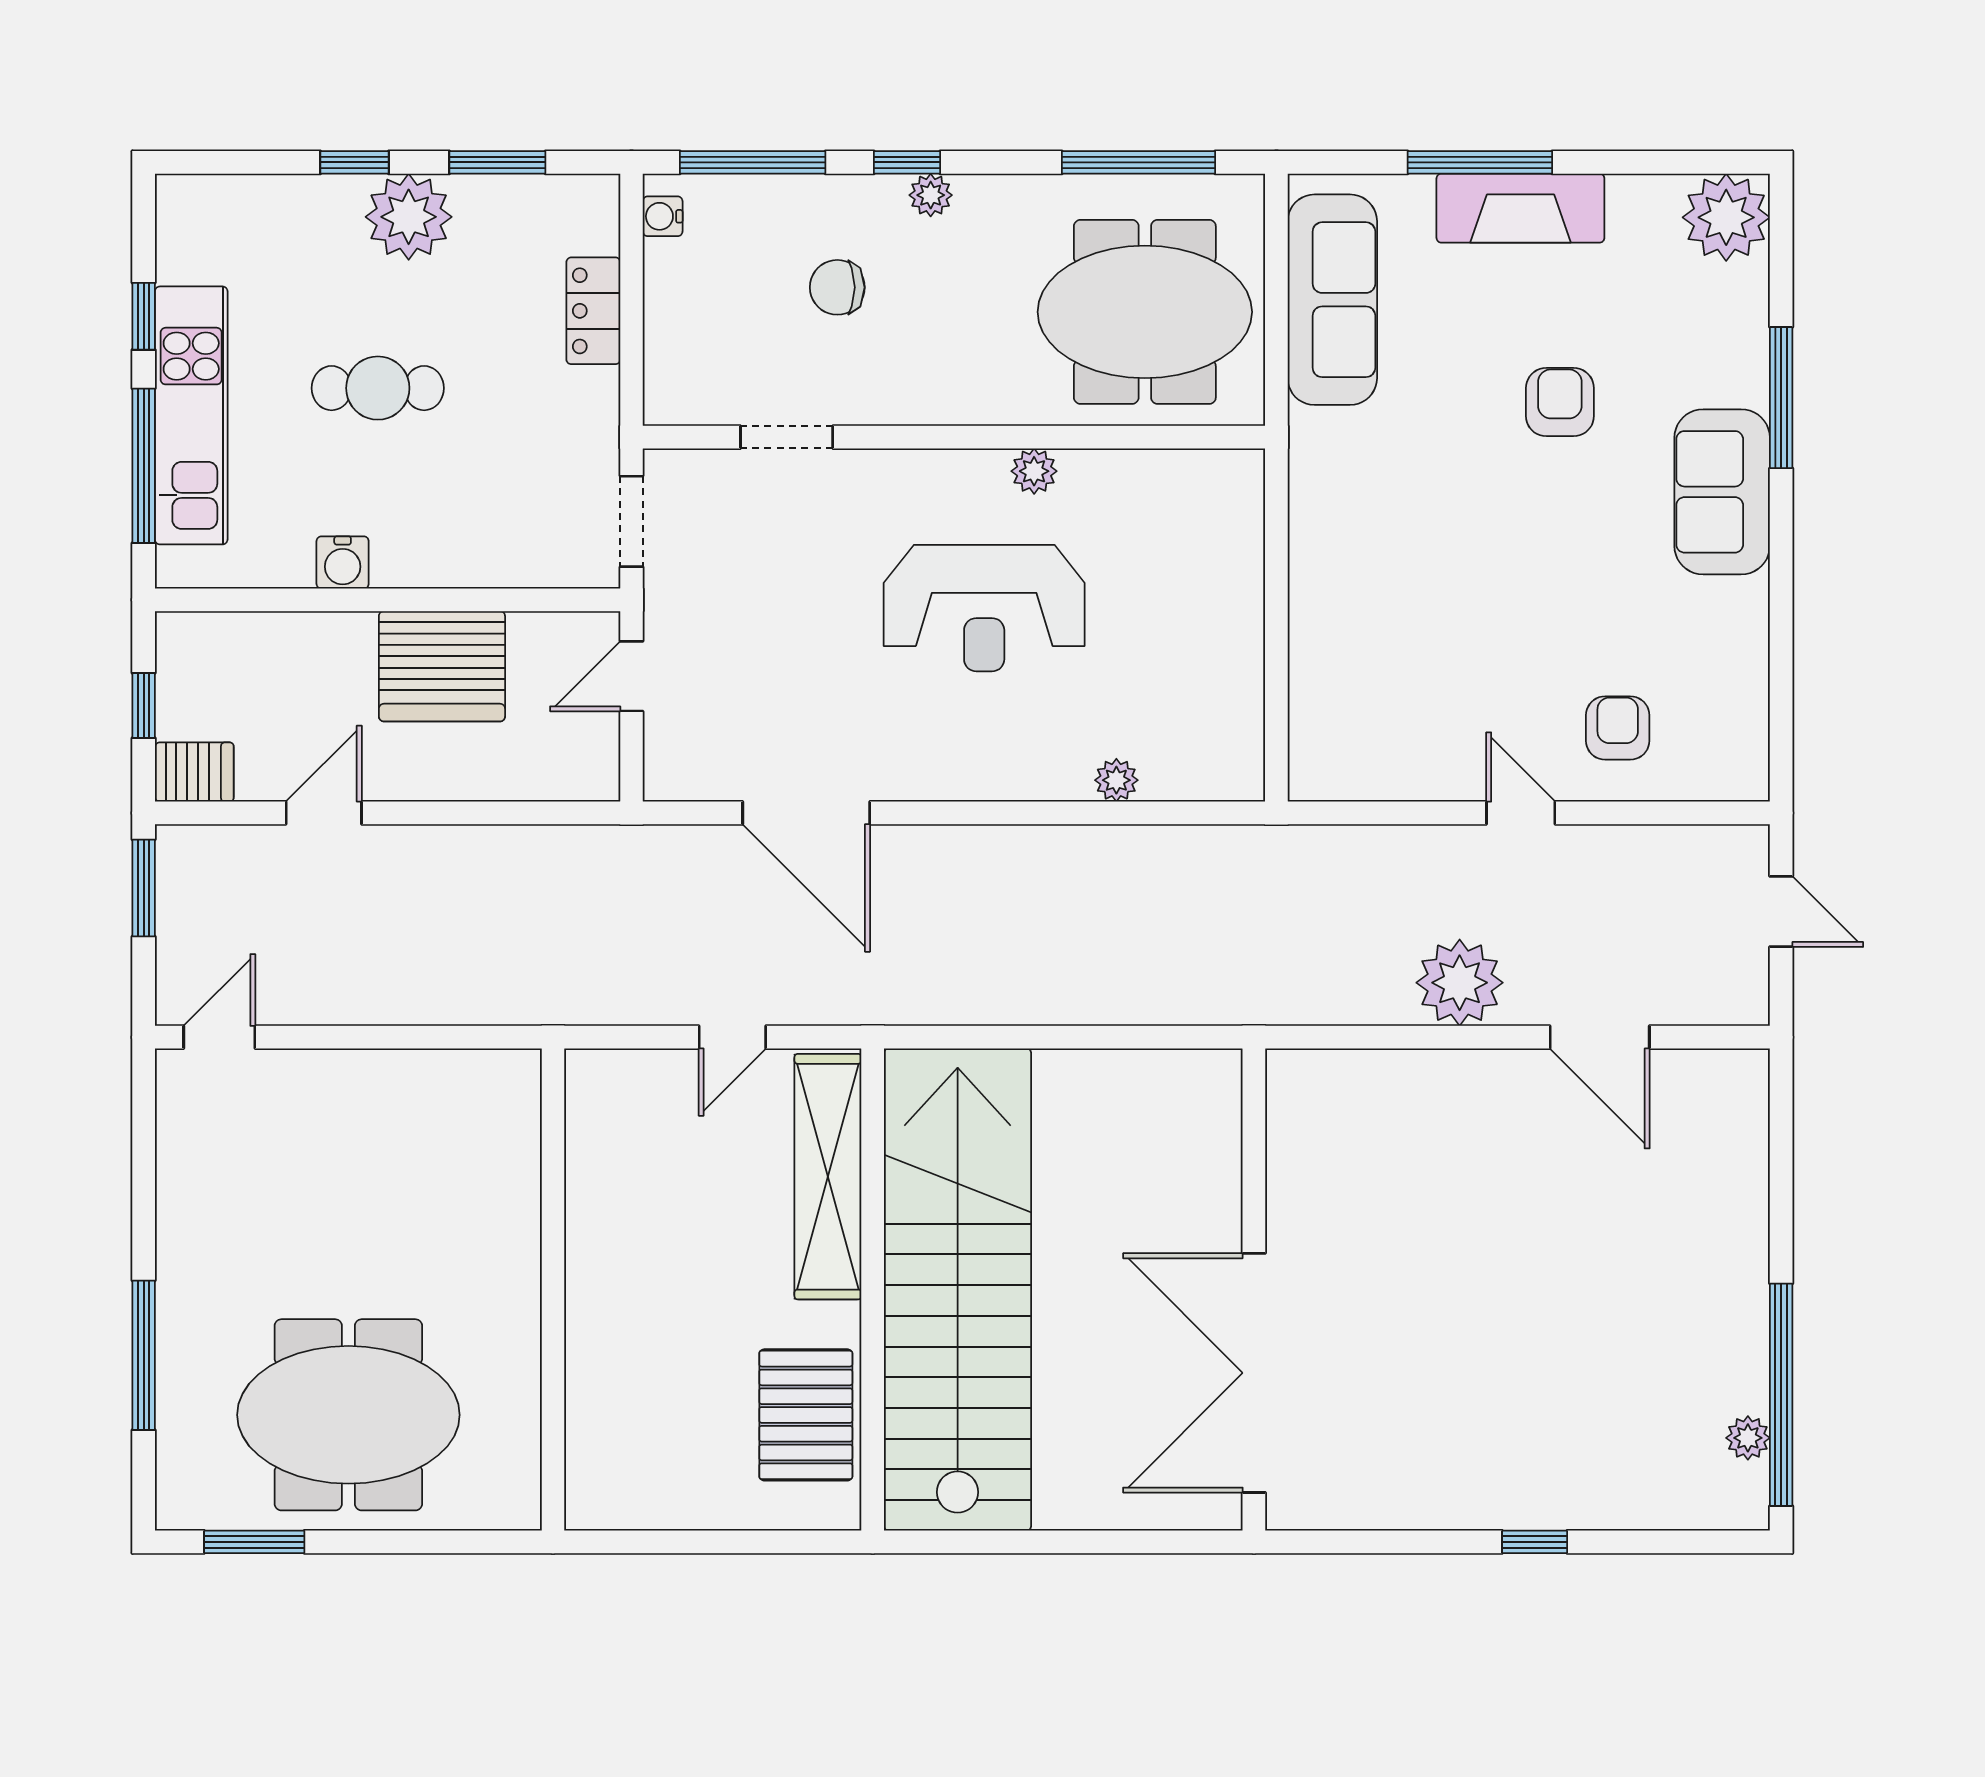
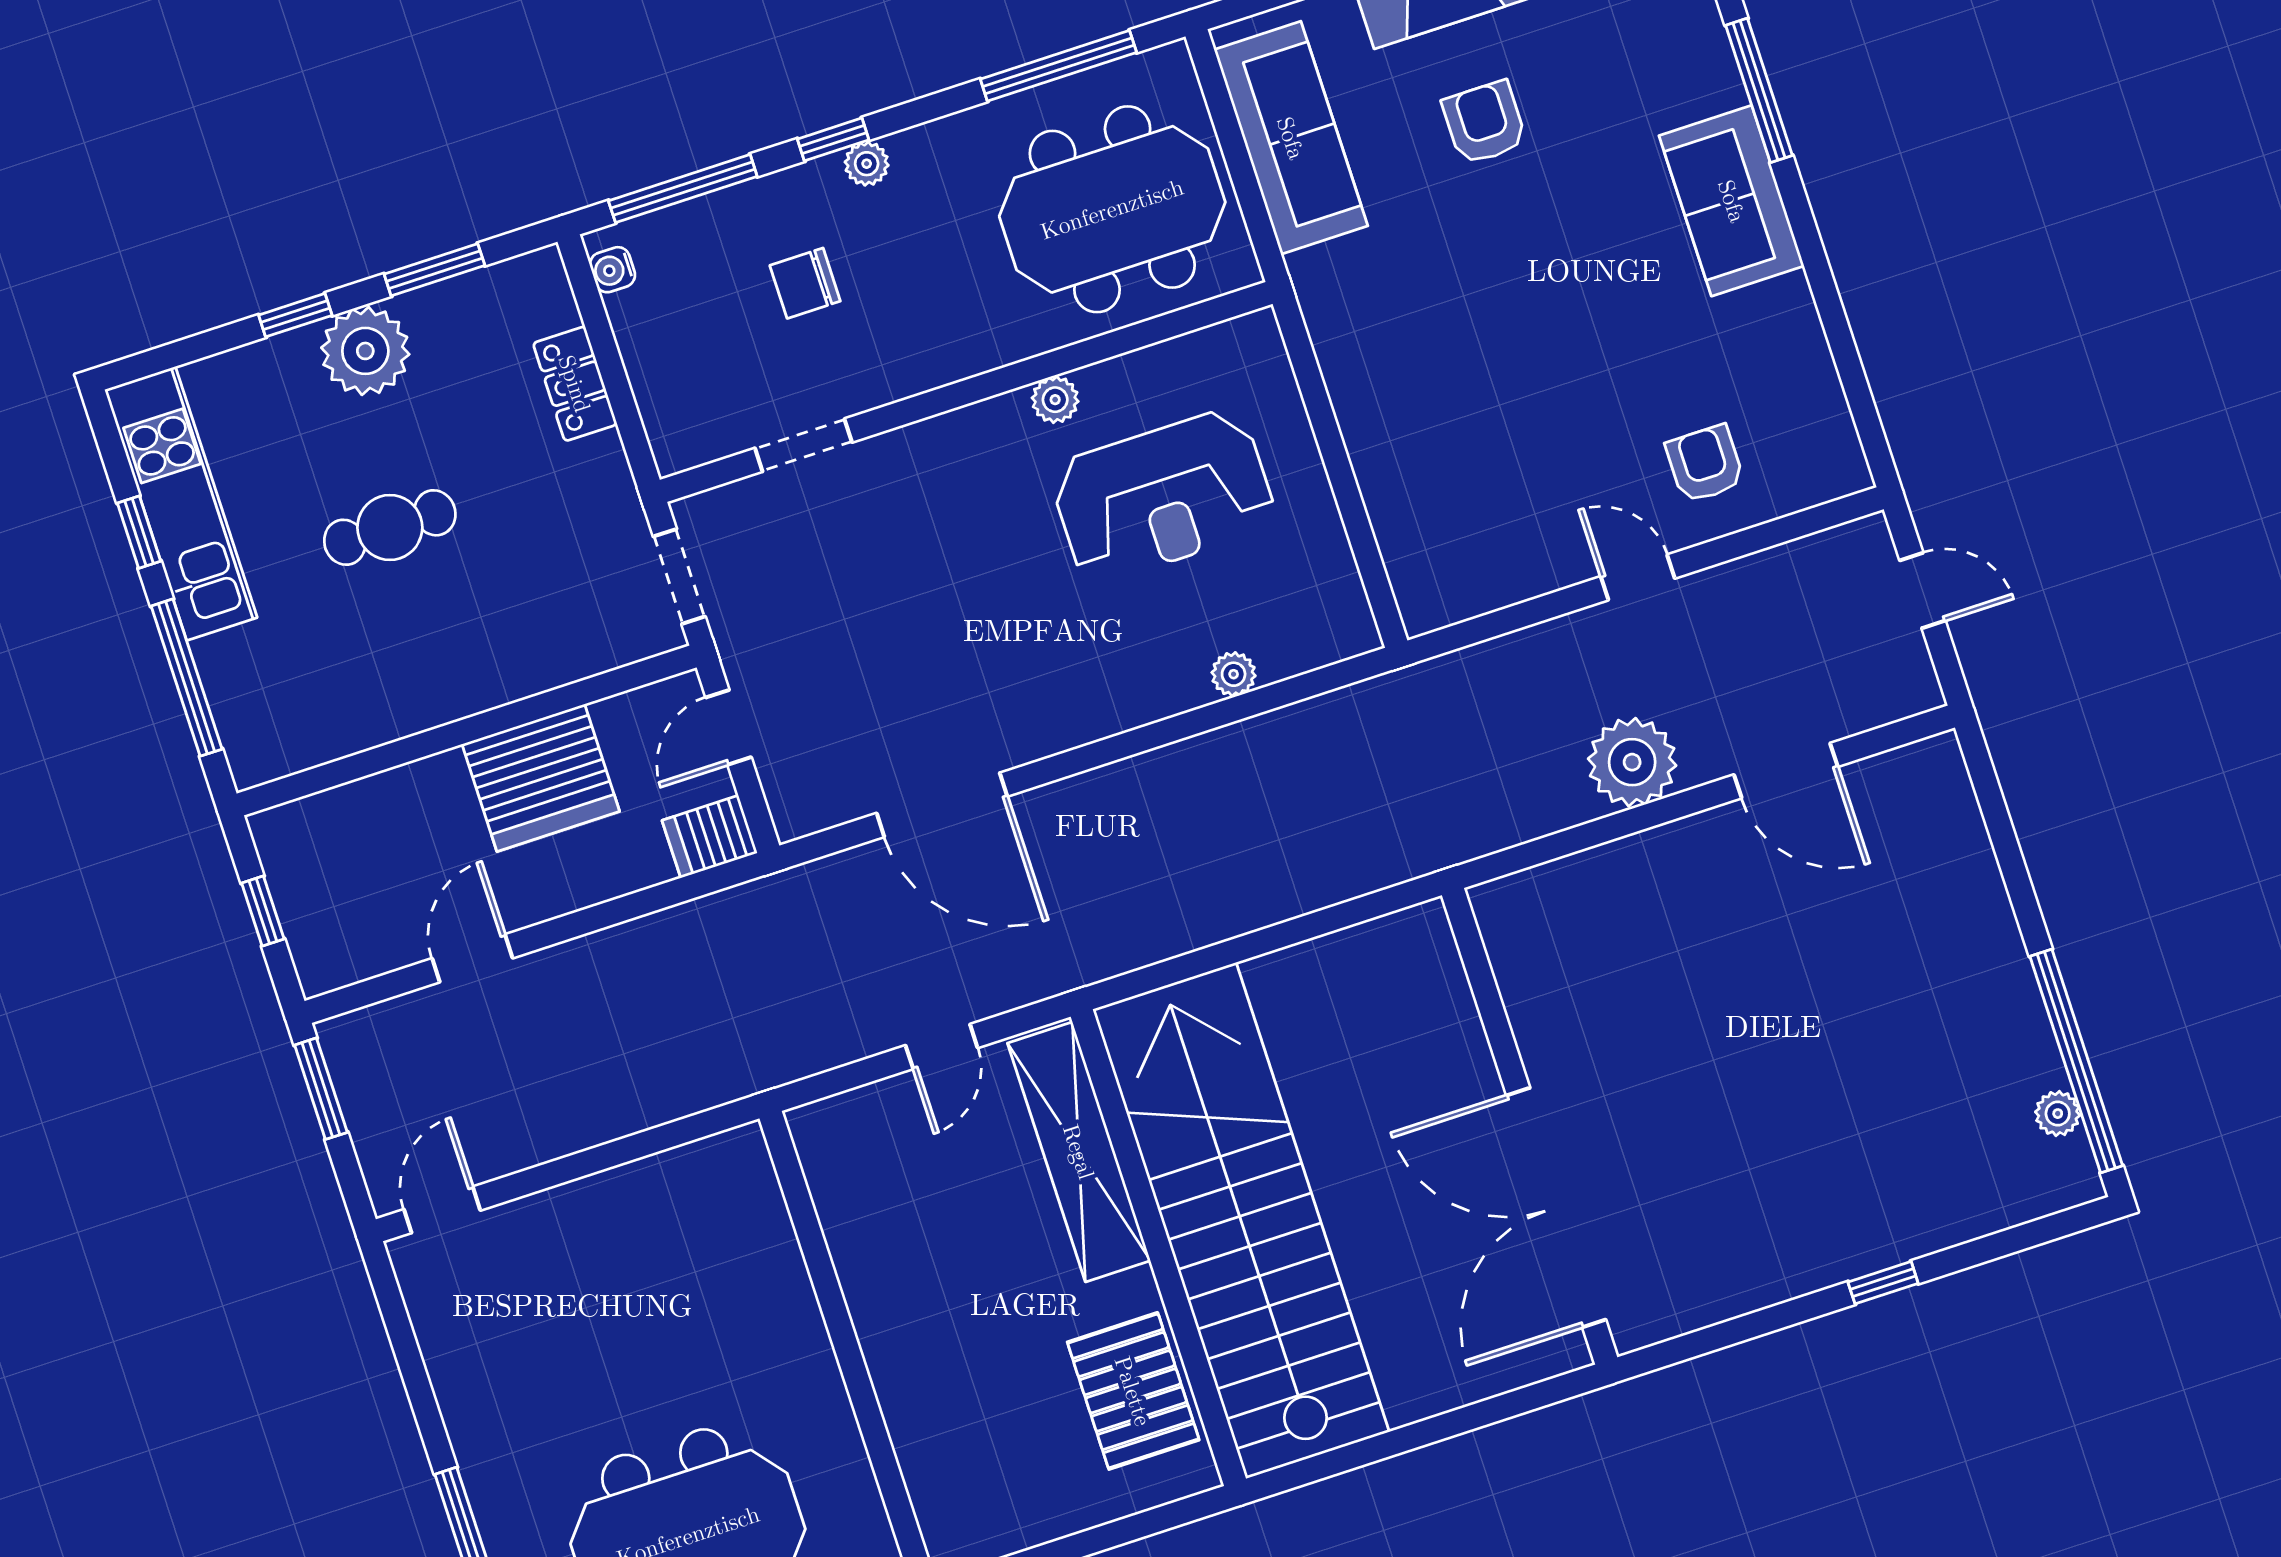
armchair: (1560, 402) -> (1484, 123), moved
kitchen unit: (191, 415) -> (181, 504), moved
water cooler: (343, 562) -> (411, 708), removed
reception desk: (984, 608) -> (1163, 496), moved
server rack: (194, 772) -> (710, 837), moved, turned 180

